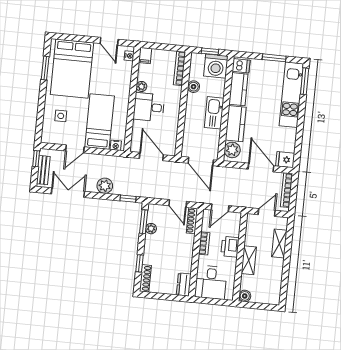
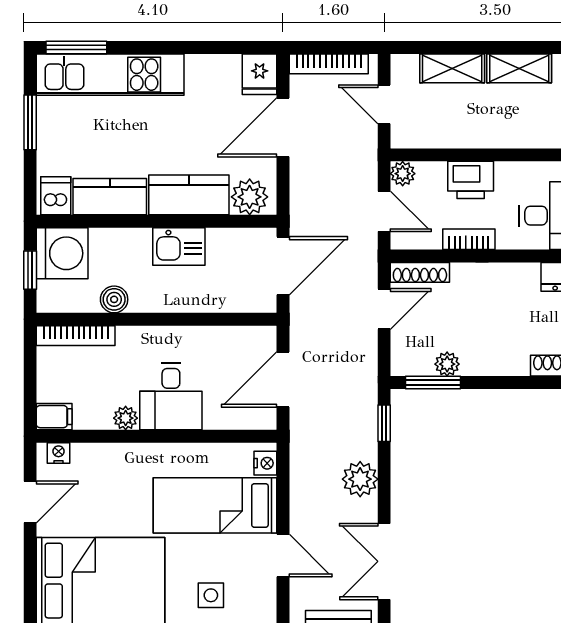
kitchen sink: (214, 113) -> (179, 247), width x0.73
plant: (236, 218) -> (403, 174), added
shelving: (249, 260) -> (519, 68), moved
window: (139, 263) -> (529, 382), removed

